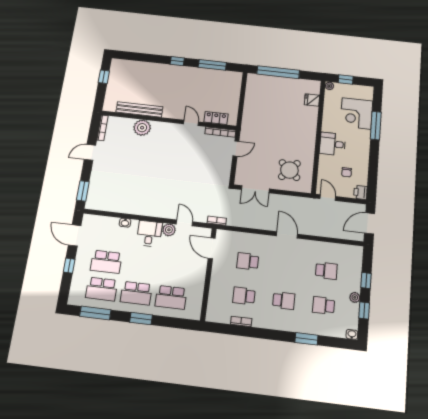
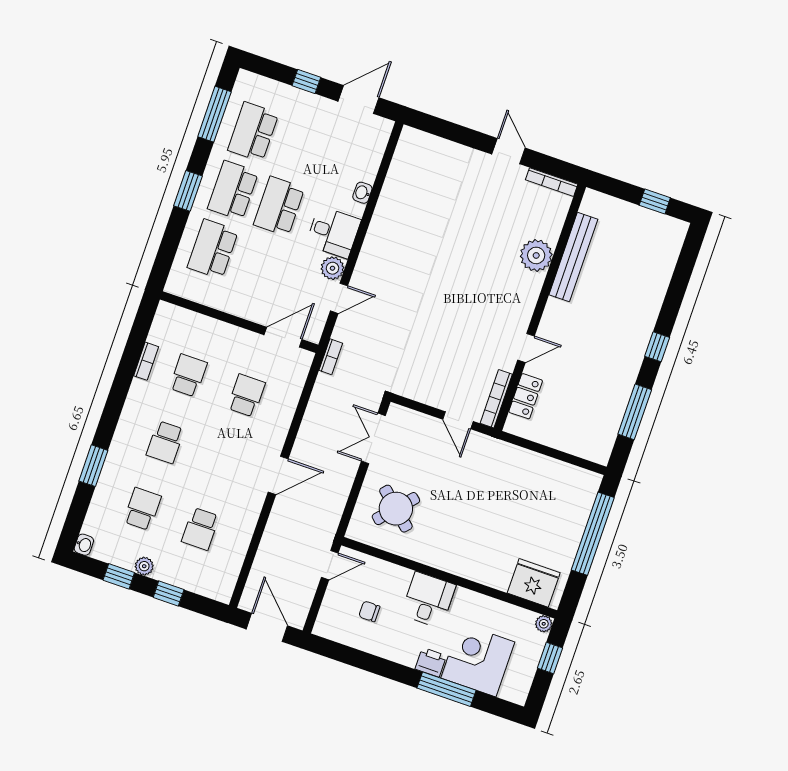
fridge: (312, 100) -> (534, 583), width x1.88, depth x1.34
window: (83, 191) -> (438, 127), removed
printer: (360, 192) -> (431, 662), moved
school desk: (106, 262) -> (279, 206), moved

